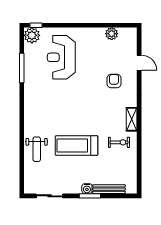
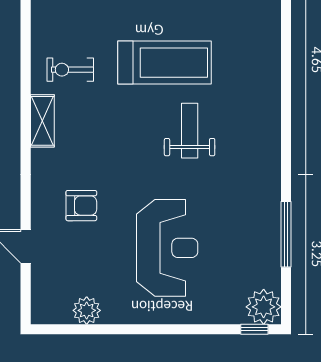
reception desk: (61, 57) -> (167, 248), moved
armchair: (114, 81) -> (81, 206), turned -90
weight bench: (37, 149) -> (190, 131), moved

